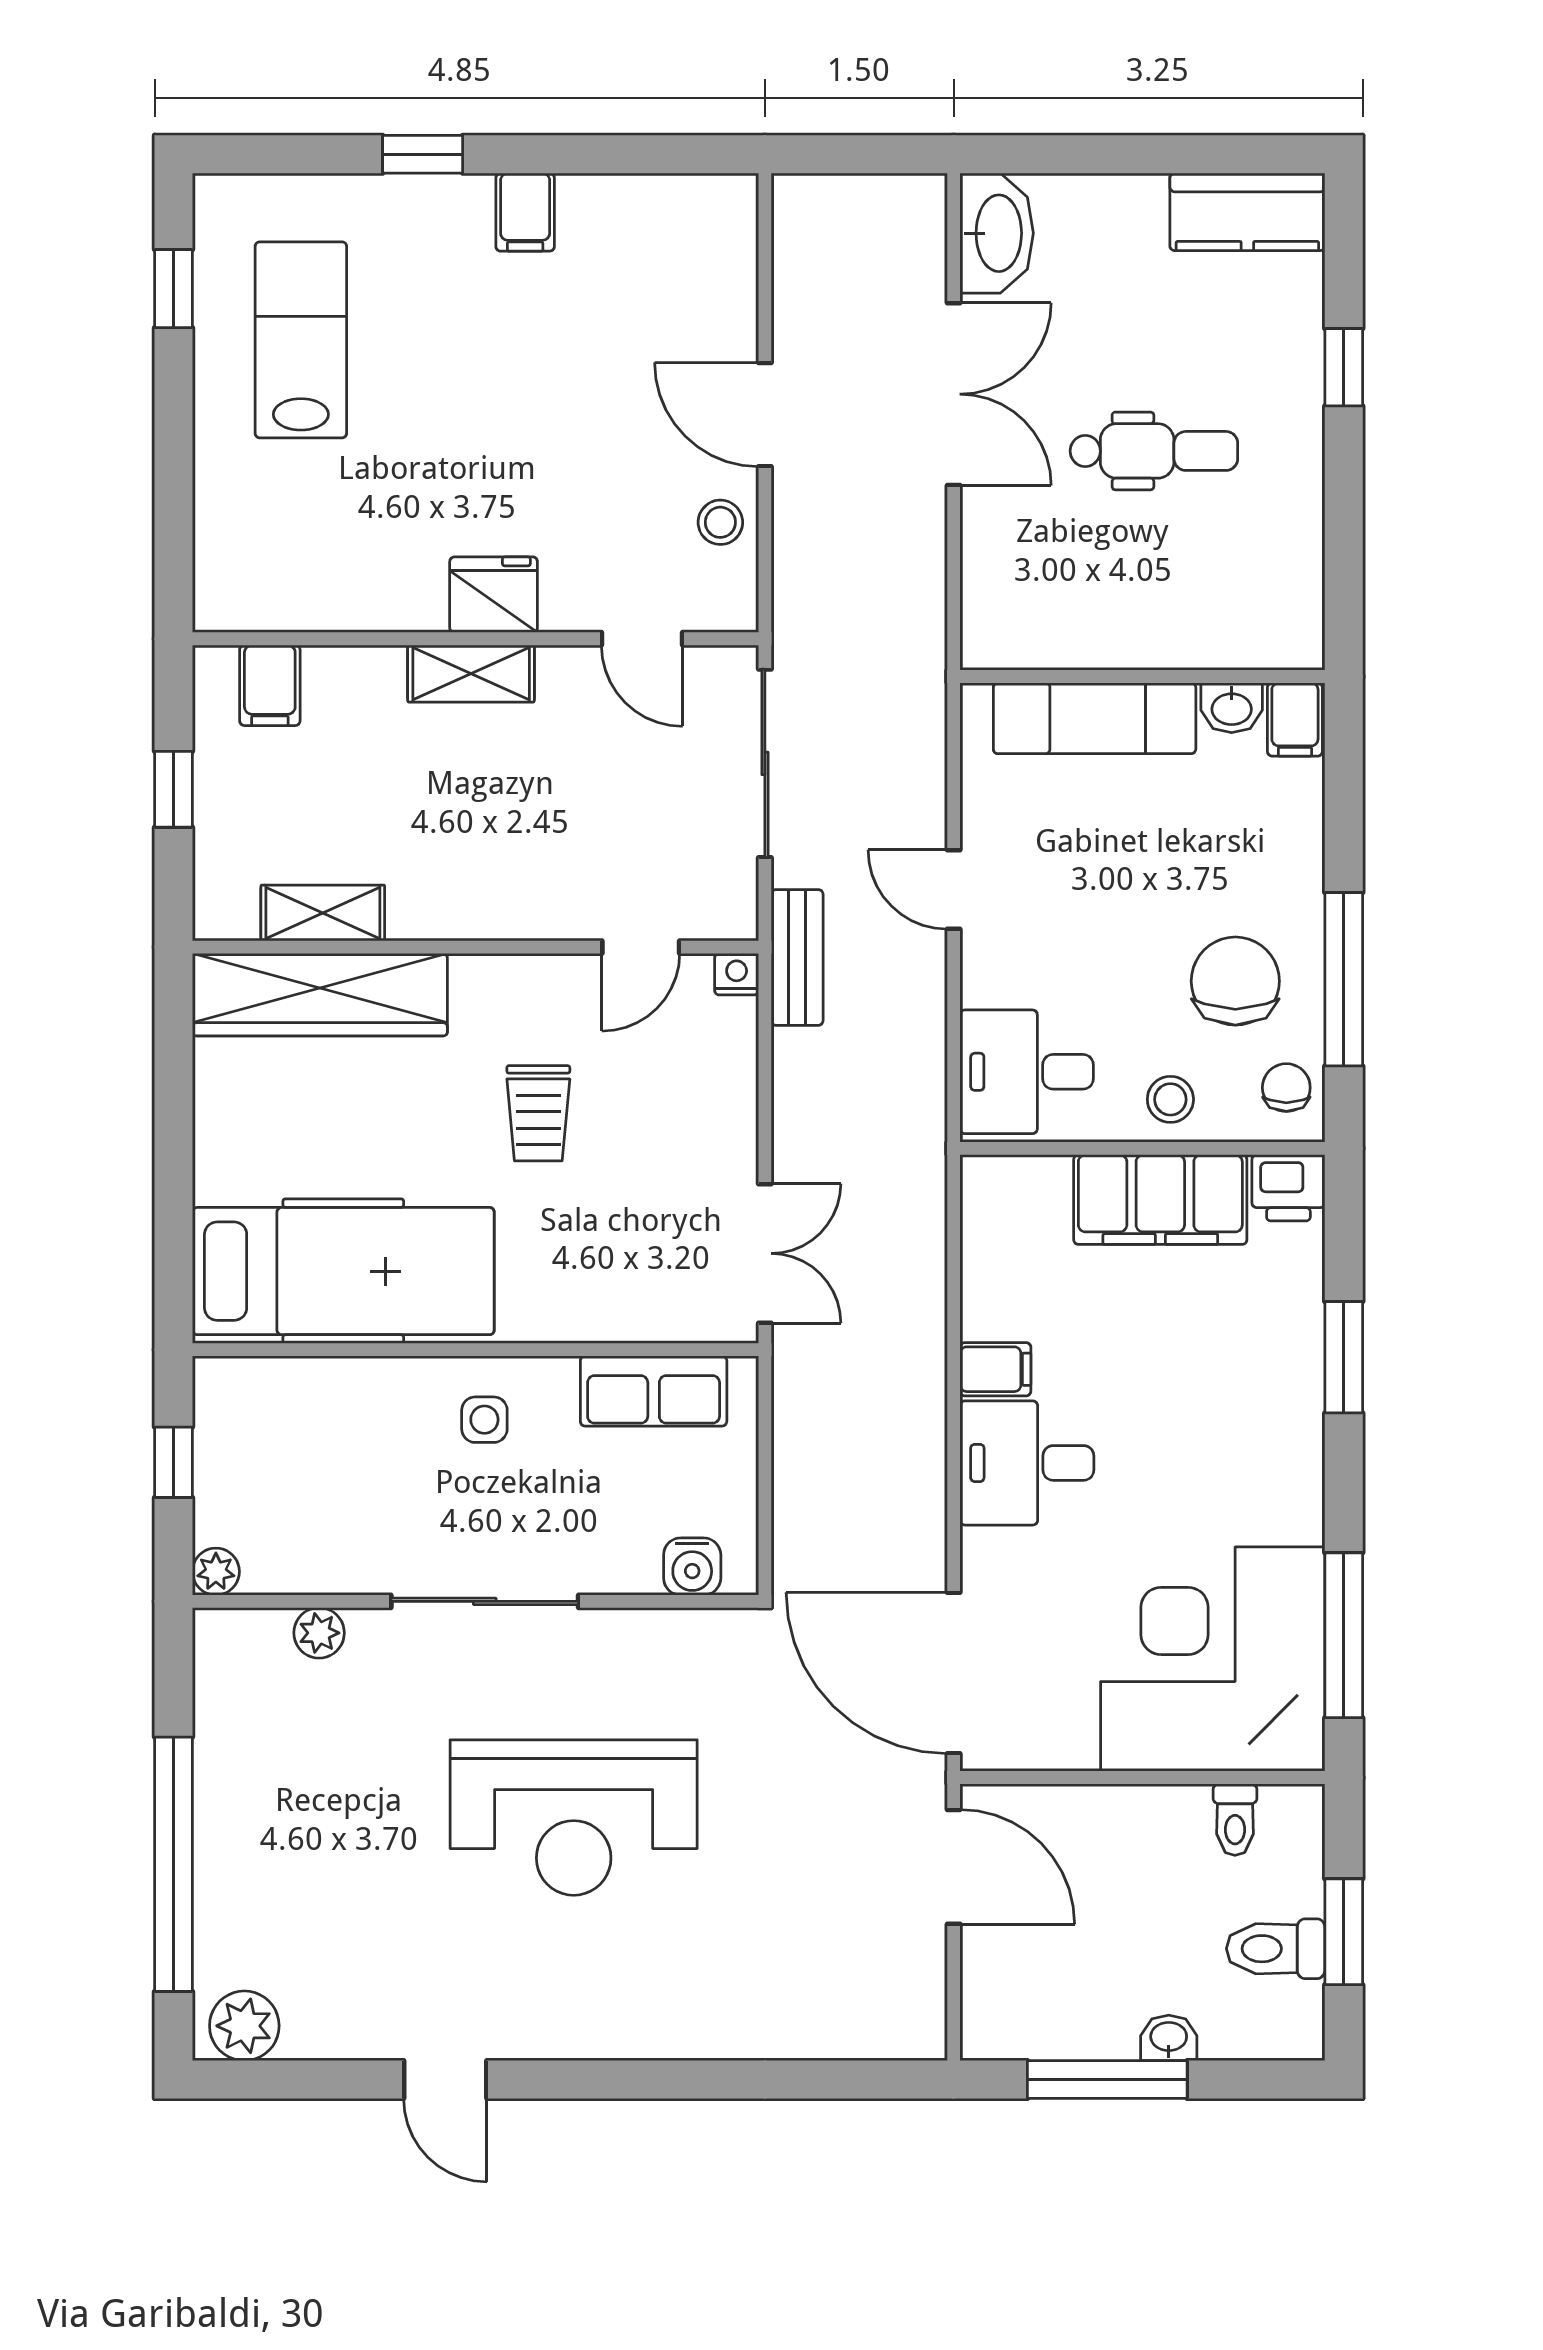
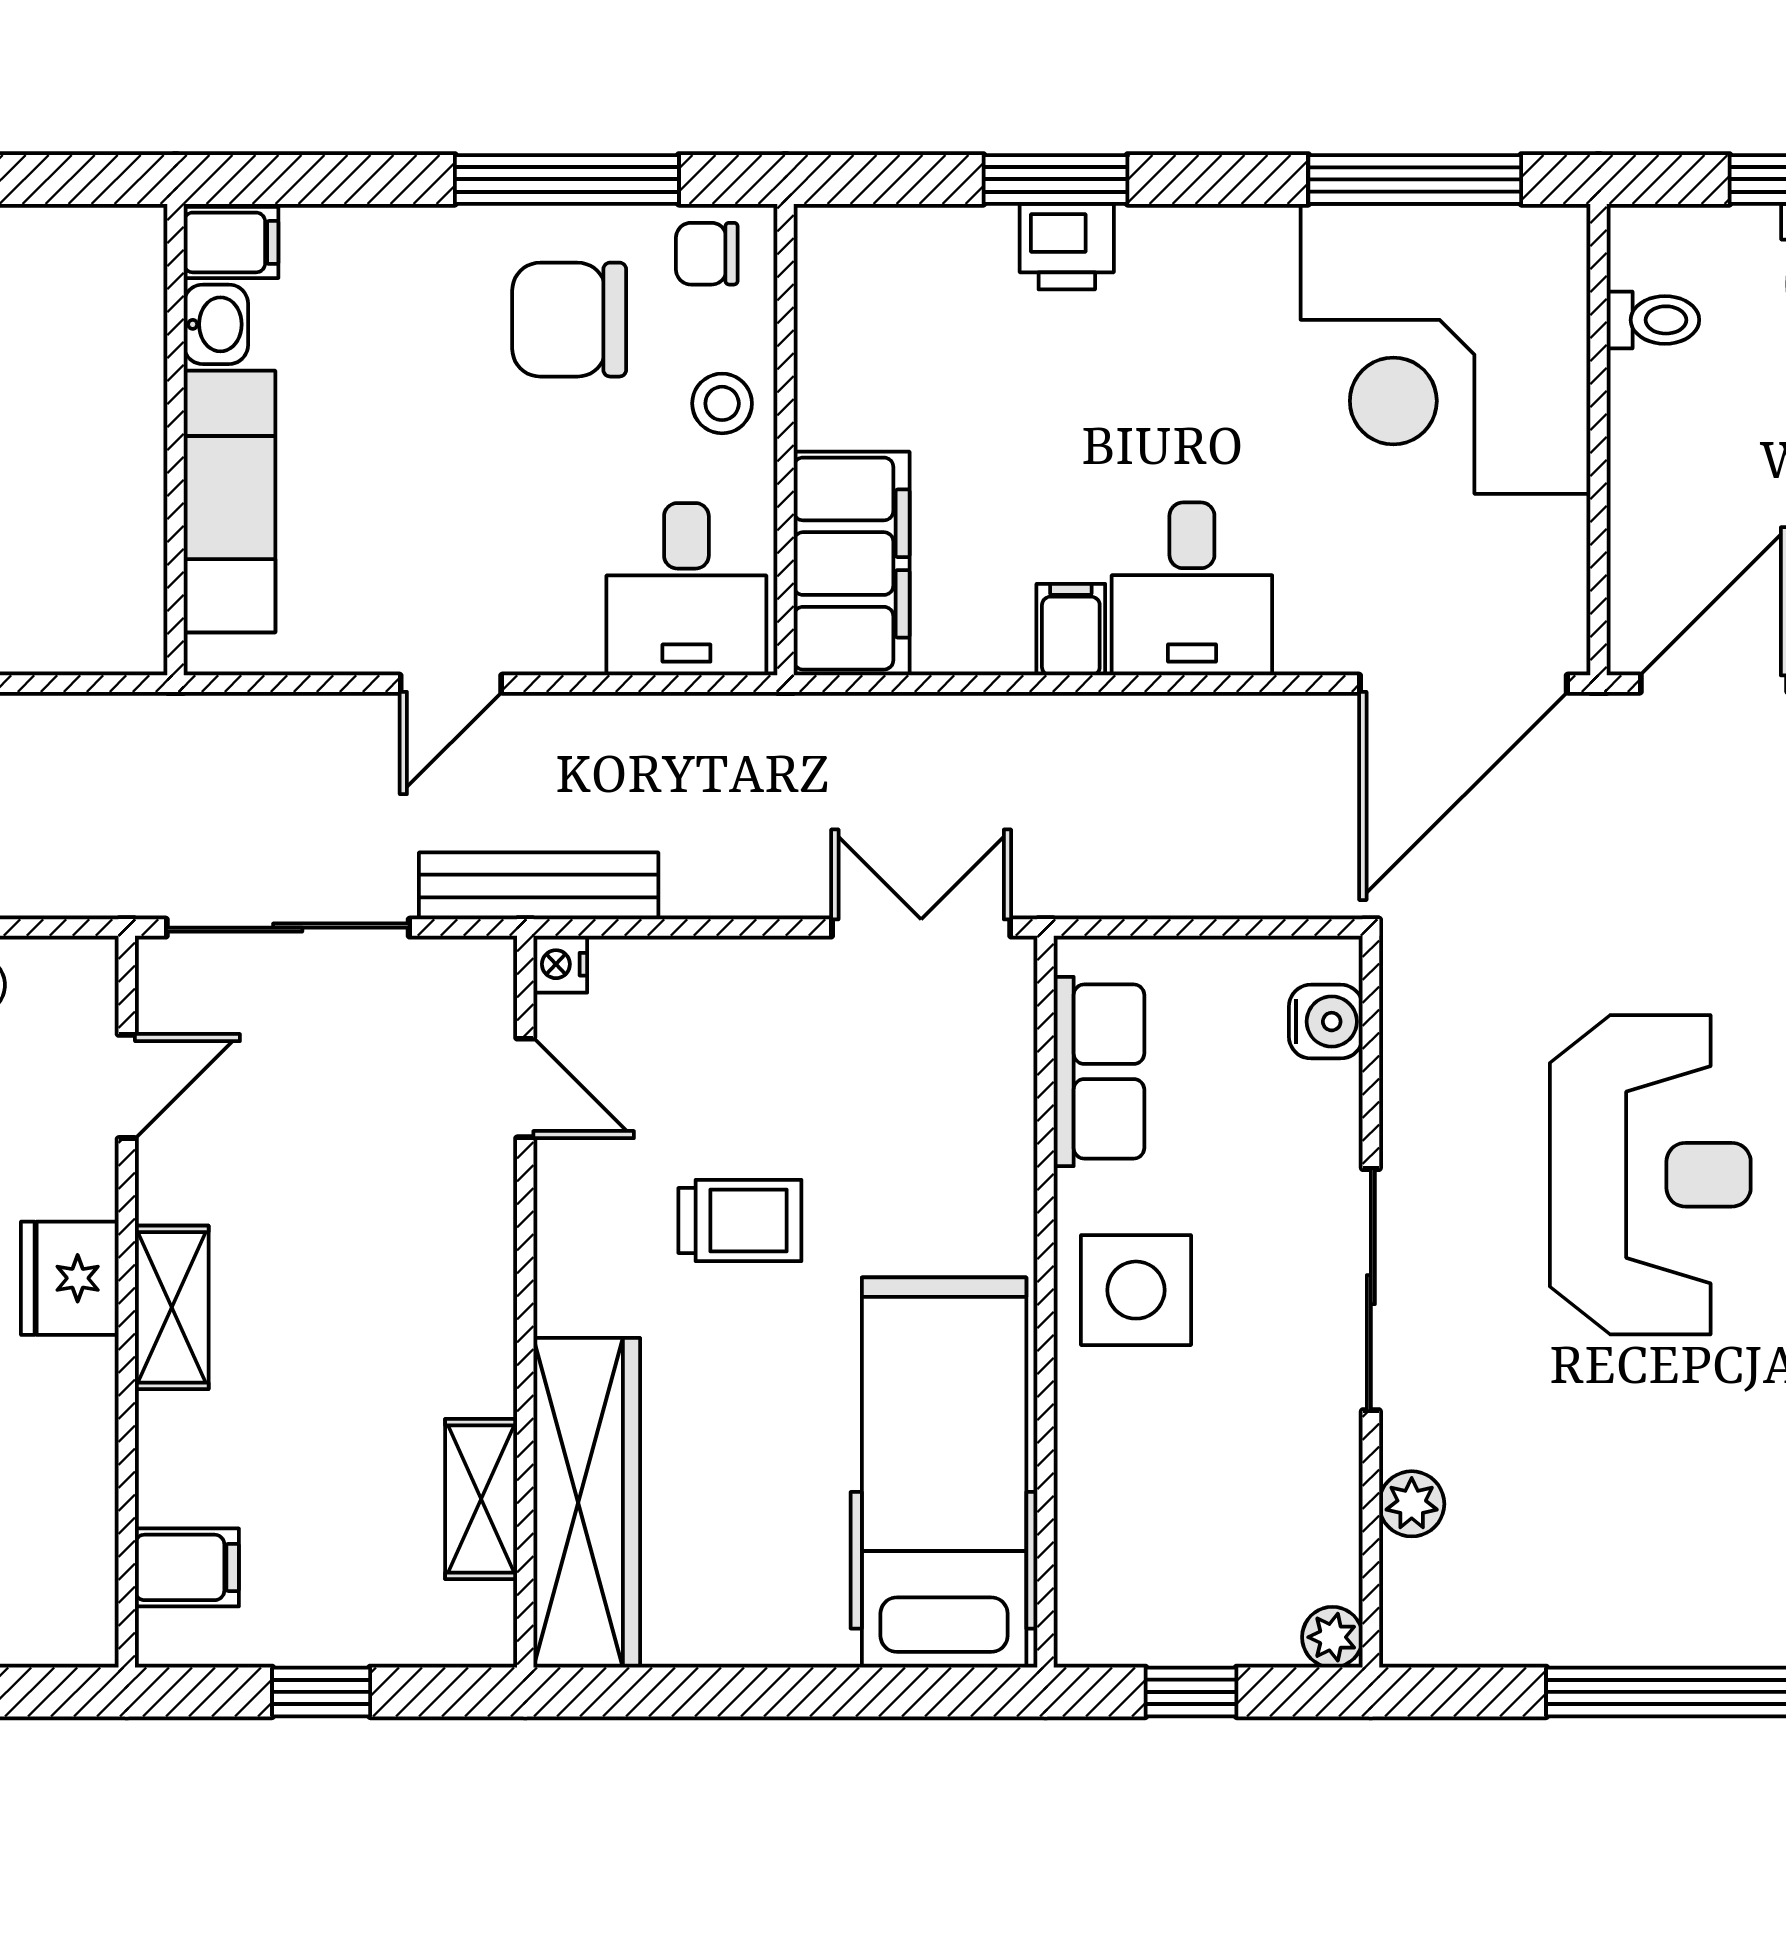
bench: (797, 957) -> (539, 886), width x1.36
printer: (1288, 1188) -> (1067, 247), moved, turned 90
filing cabinet: (1160, 1200) -> (852, 564), moved
side table: (484, 1420) -> (1136, 1290), width x1.87, depth x1.87

